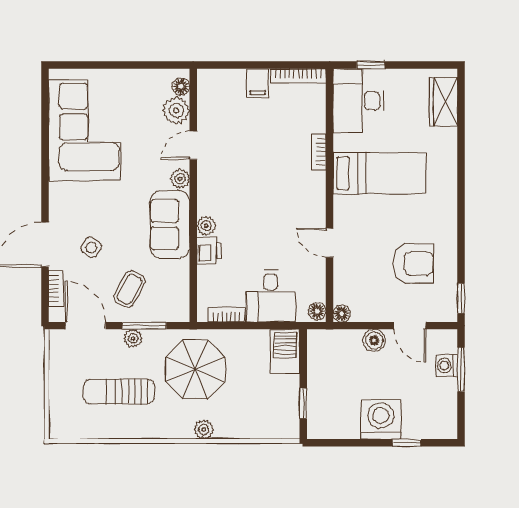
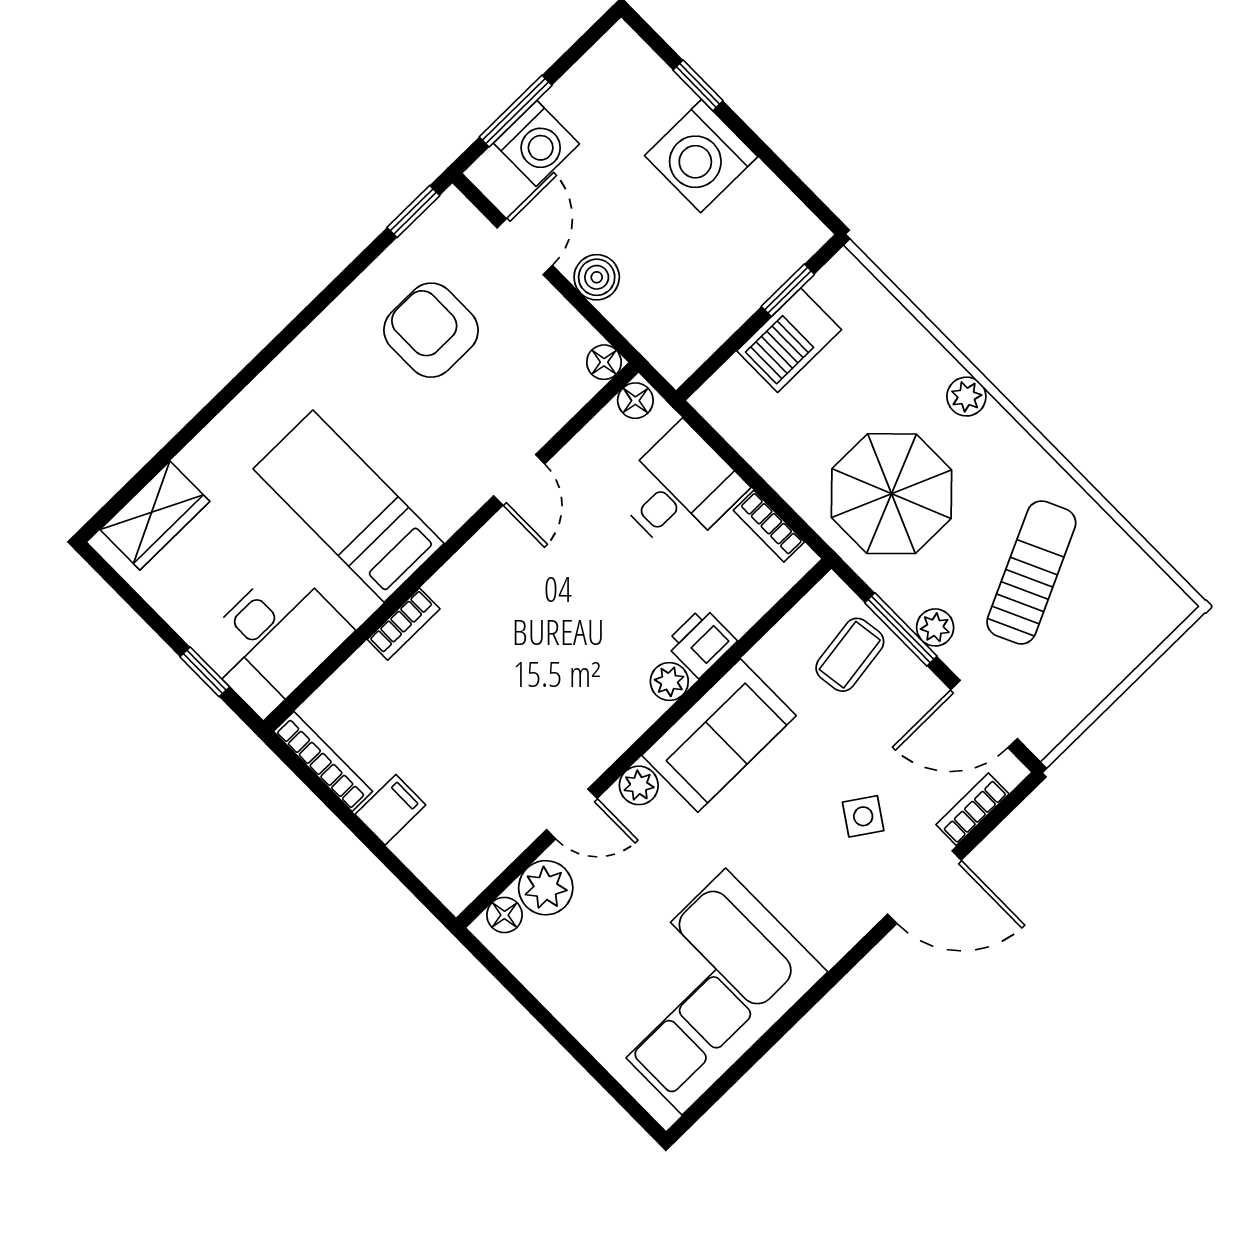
coffee table: (130, 289) -> (850, 655), moved, turned -36
door: (85, 326) -> (984, 714), hinge flipped
barbecue: (285, 351) -> (789, 340), moved
washing machine: (447, 366) -> (536, 143), width x1.38, depth x1.38
sun lounger: (119, 392) -> (1031, 572), turned -115

